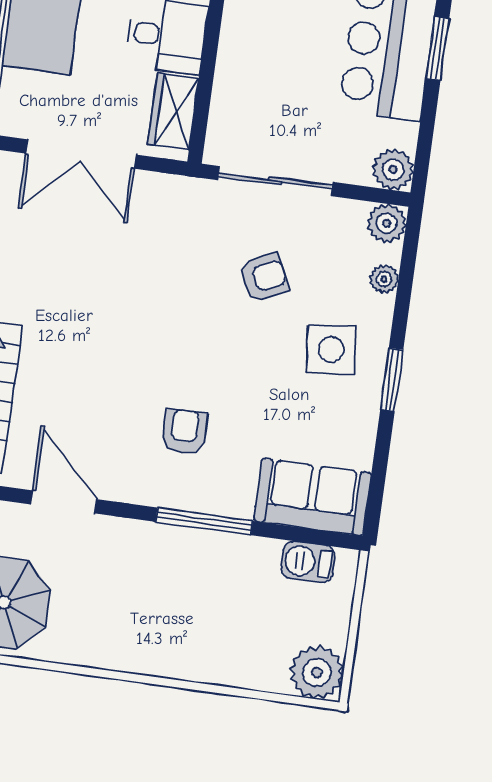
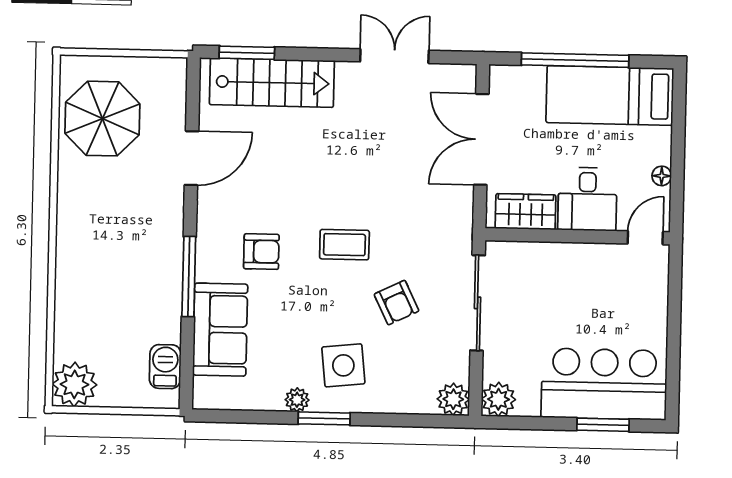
plant: (384, 279) -> (297, 400), moved
coffee table: (188, 332) -> (344, 245), added
sofa: (313, 497) -> (220, 330), moved

